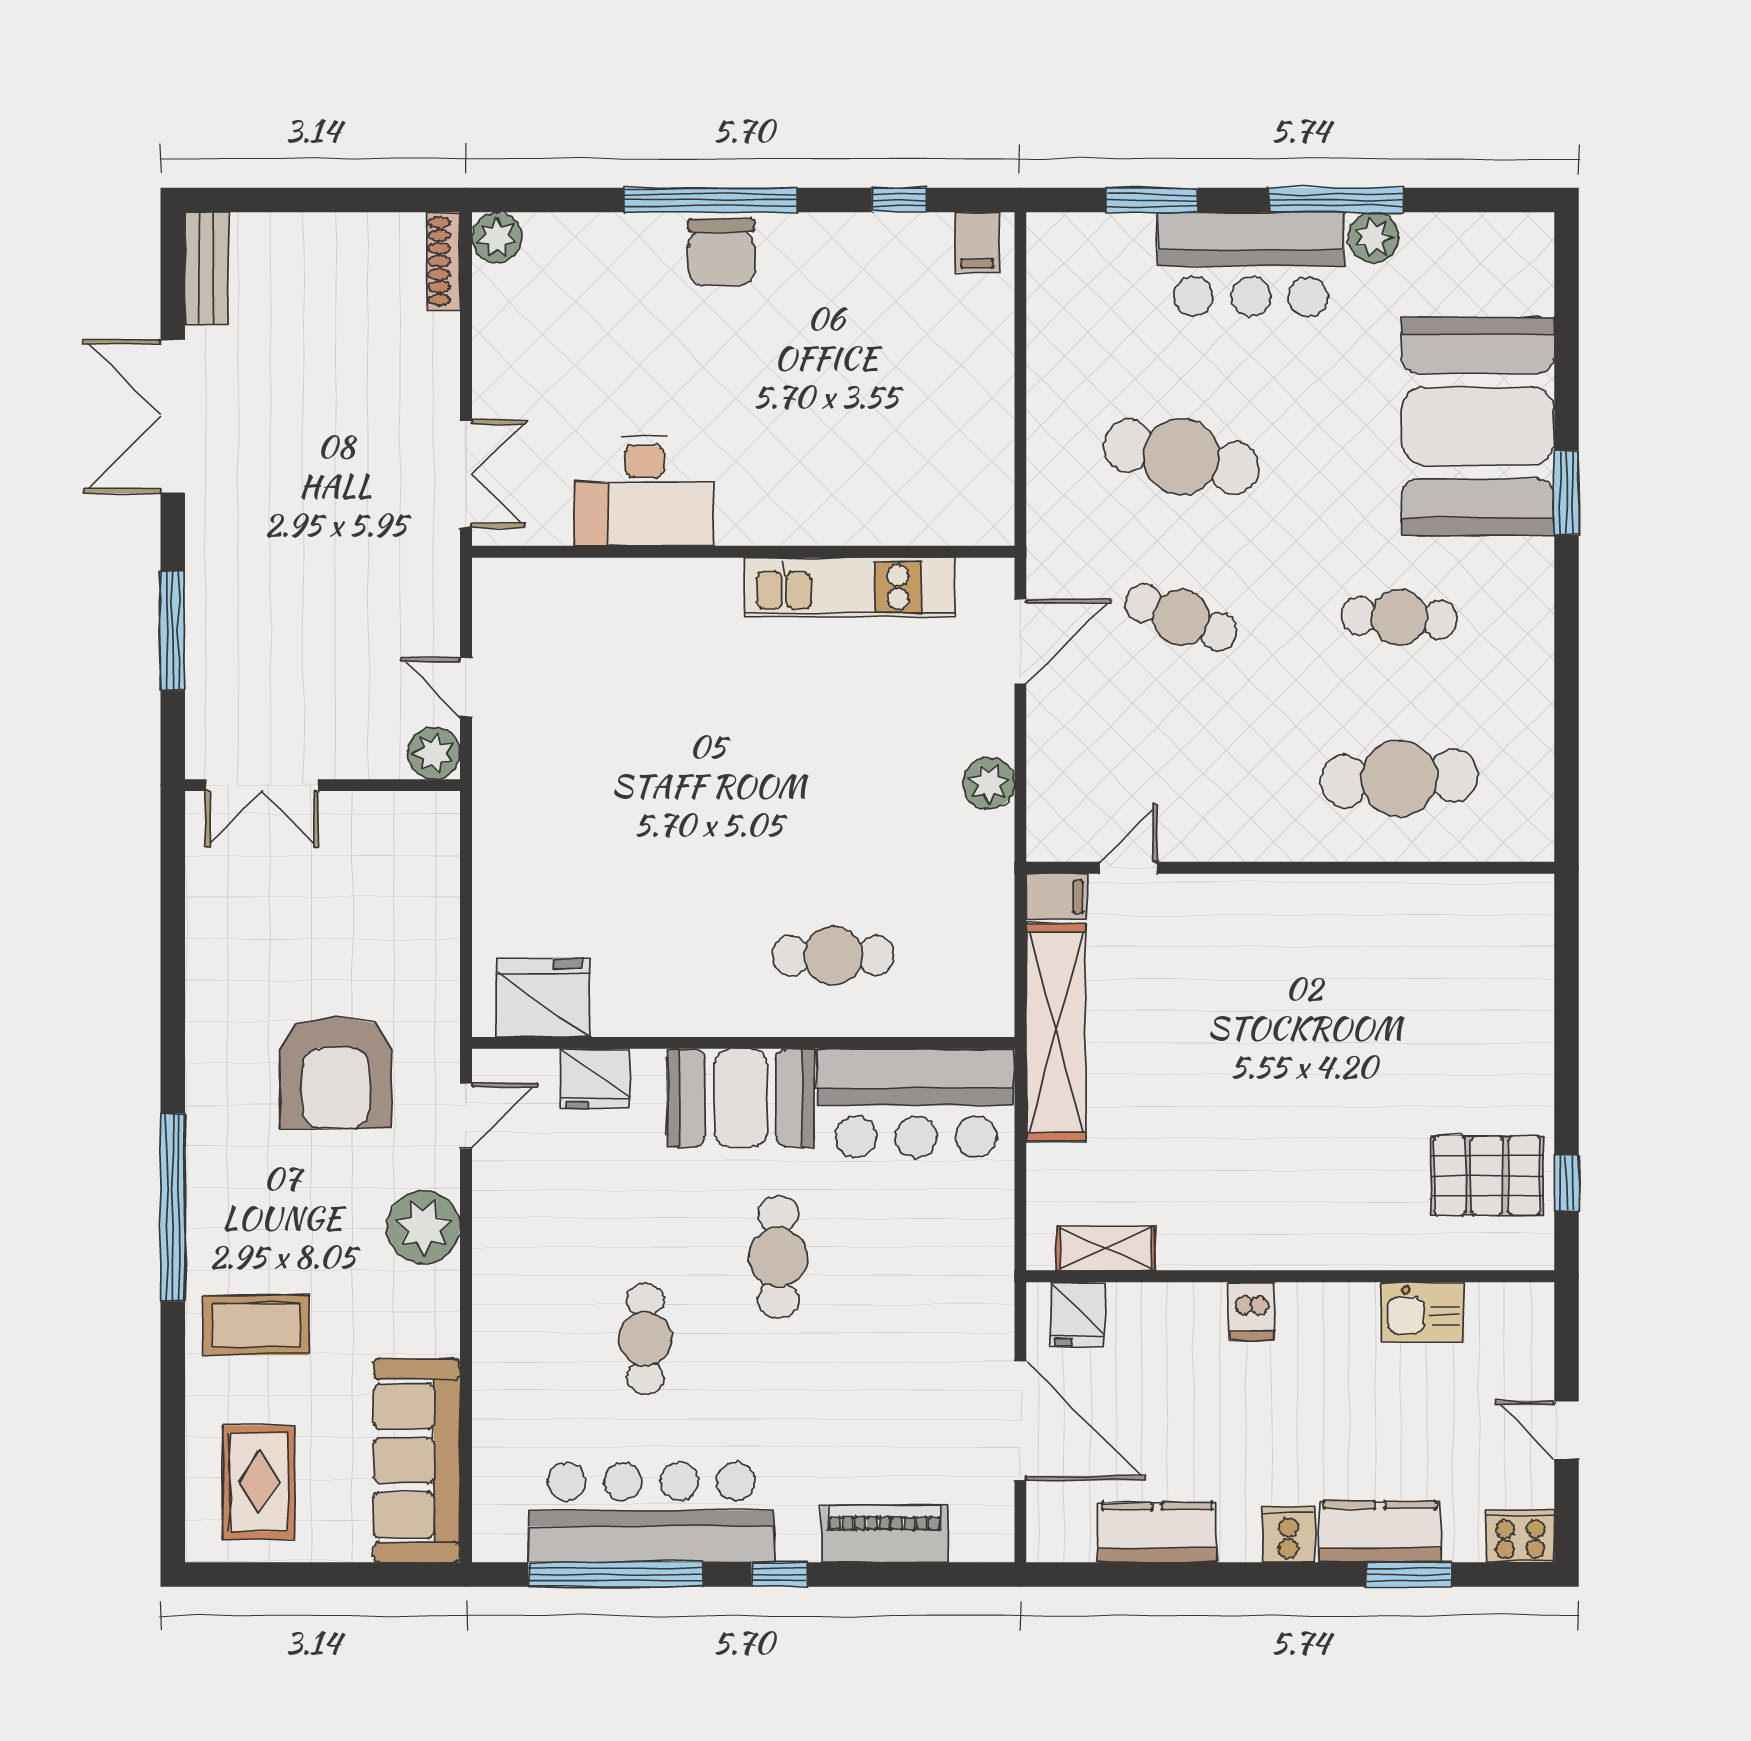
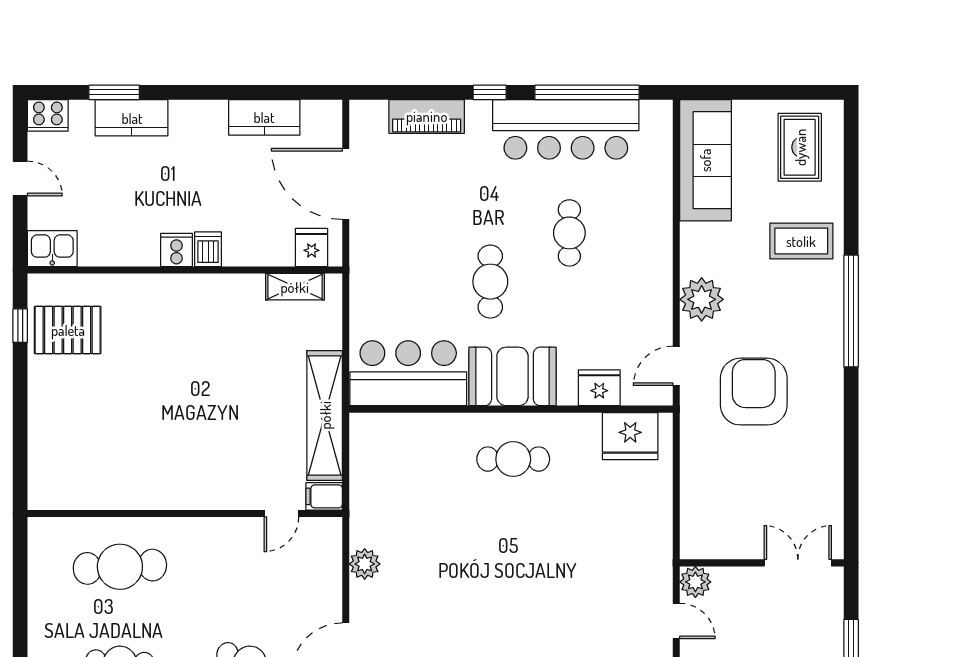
cafe table: (833, 956) -> (513, 459), moved
kitchen sink: (1422, 1312) -> (52, 249), moved
cooker: (1289, 1534) -> (176, 250), moved, turned 180

